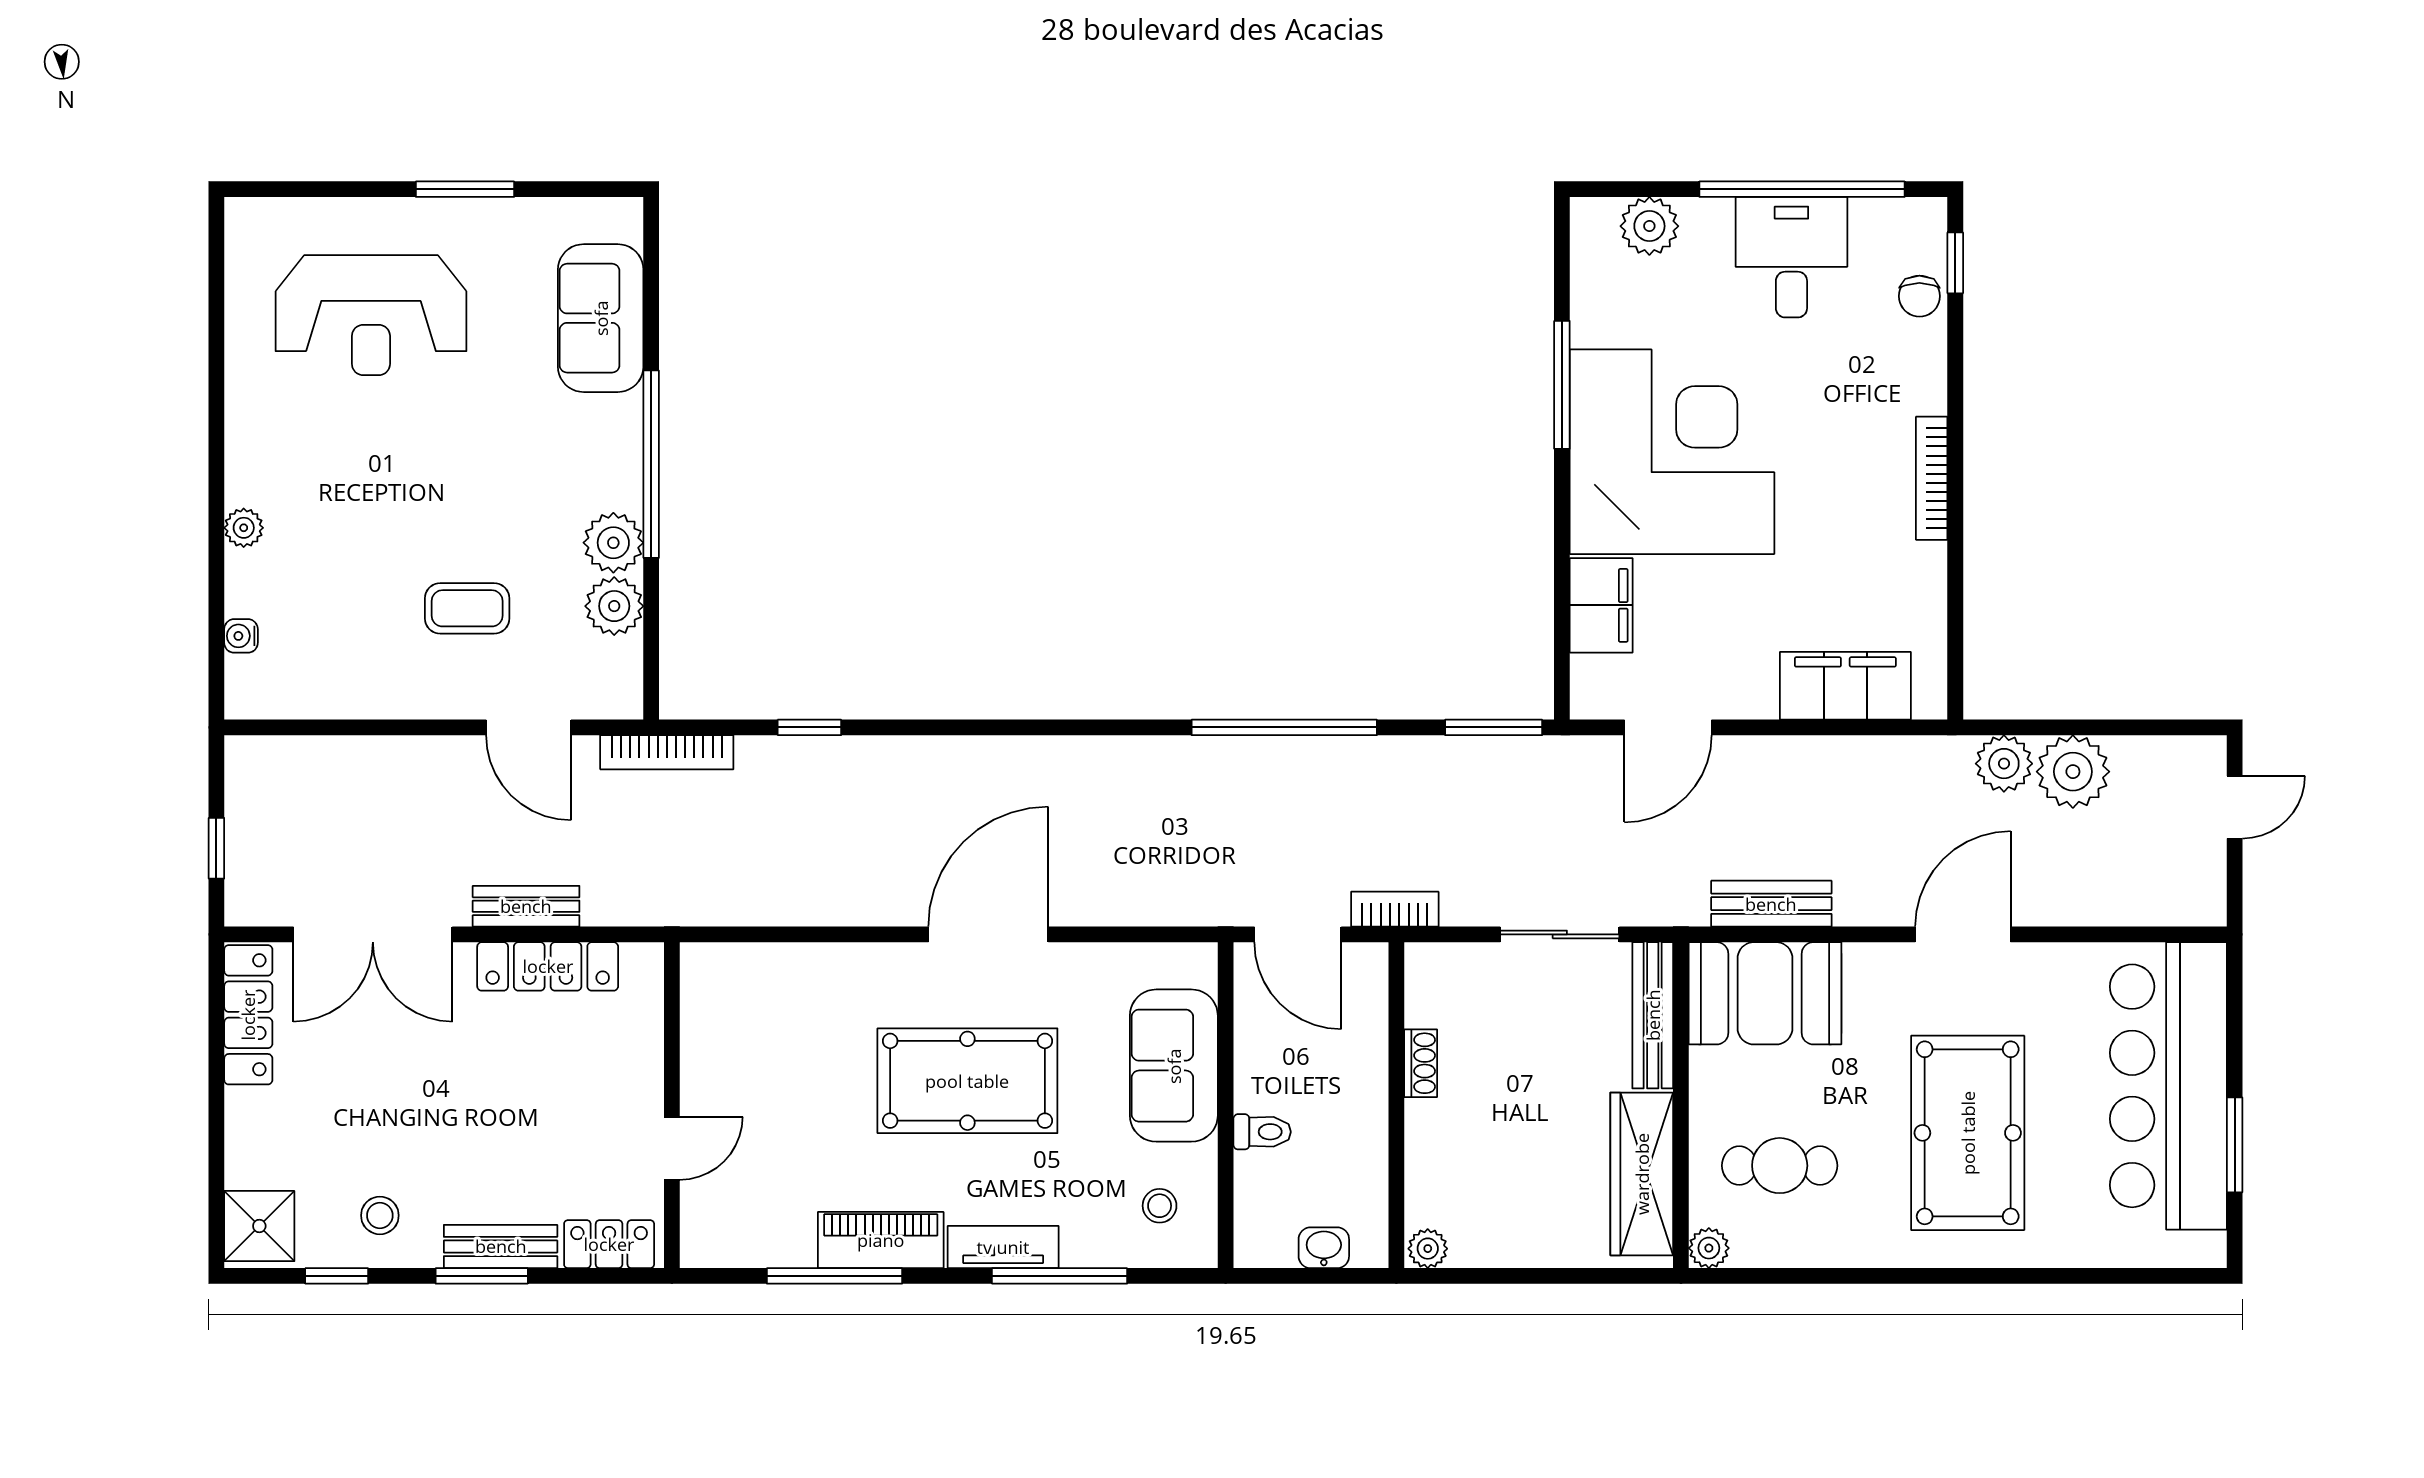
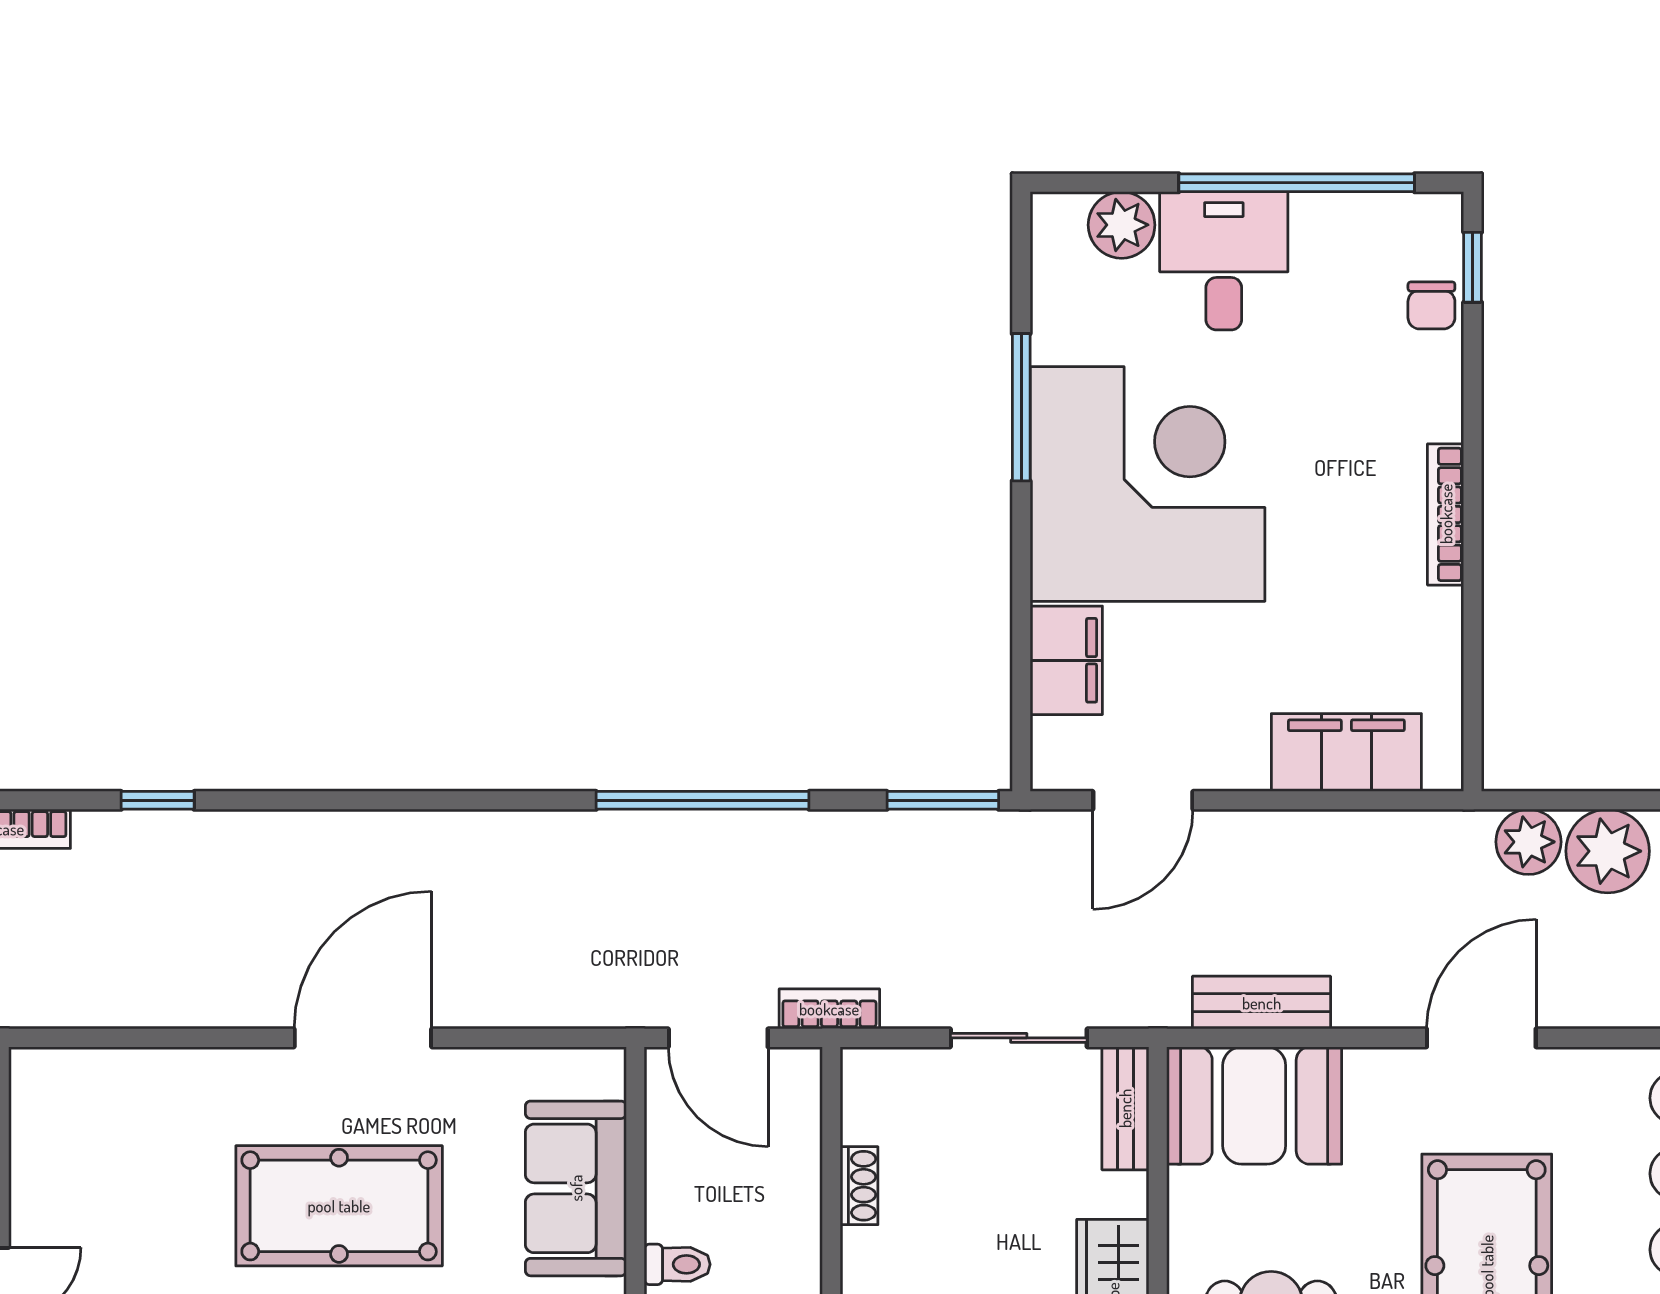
desk: (1791, 257) -> (1224, 261), moved
bench: (1653, 1015) -> (1125, 1108), width x0.73

